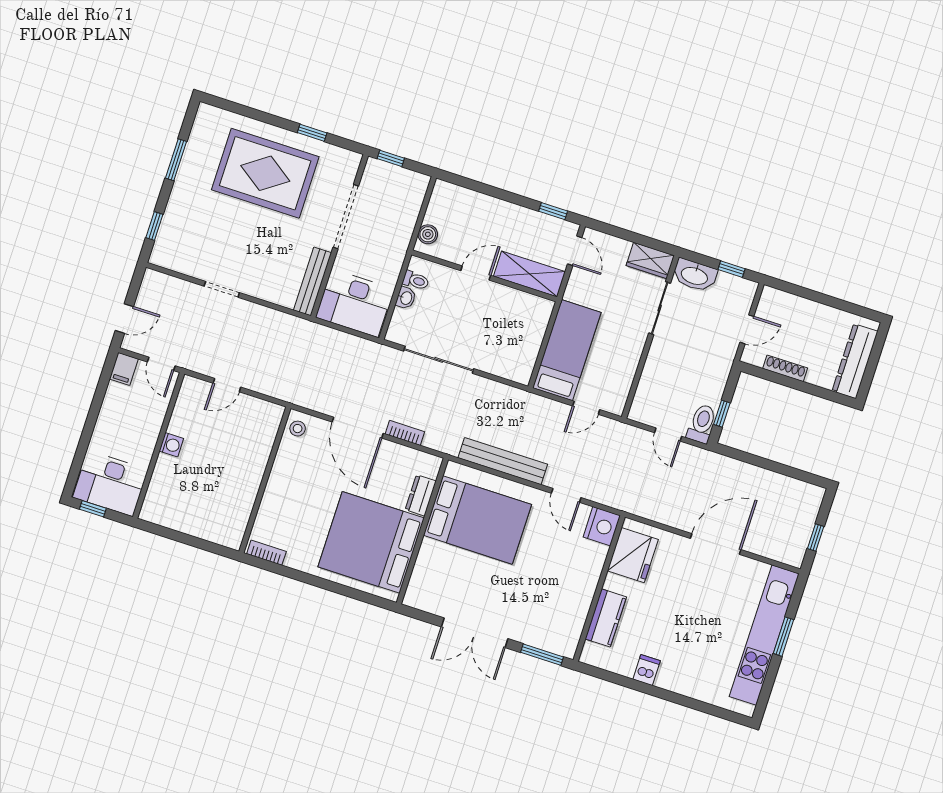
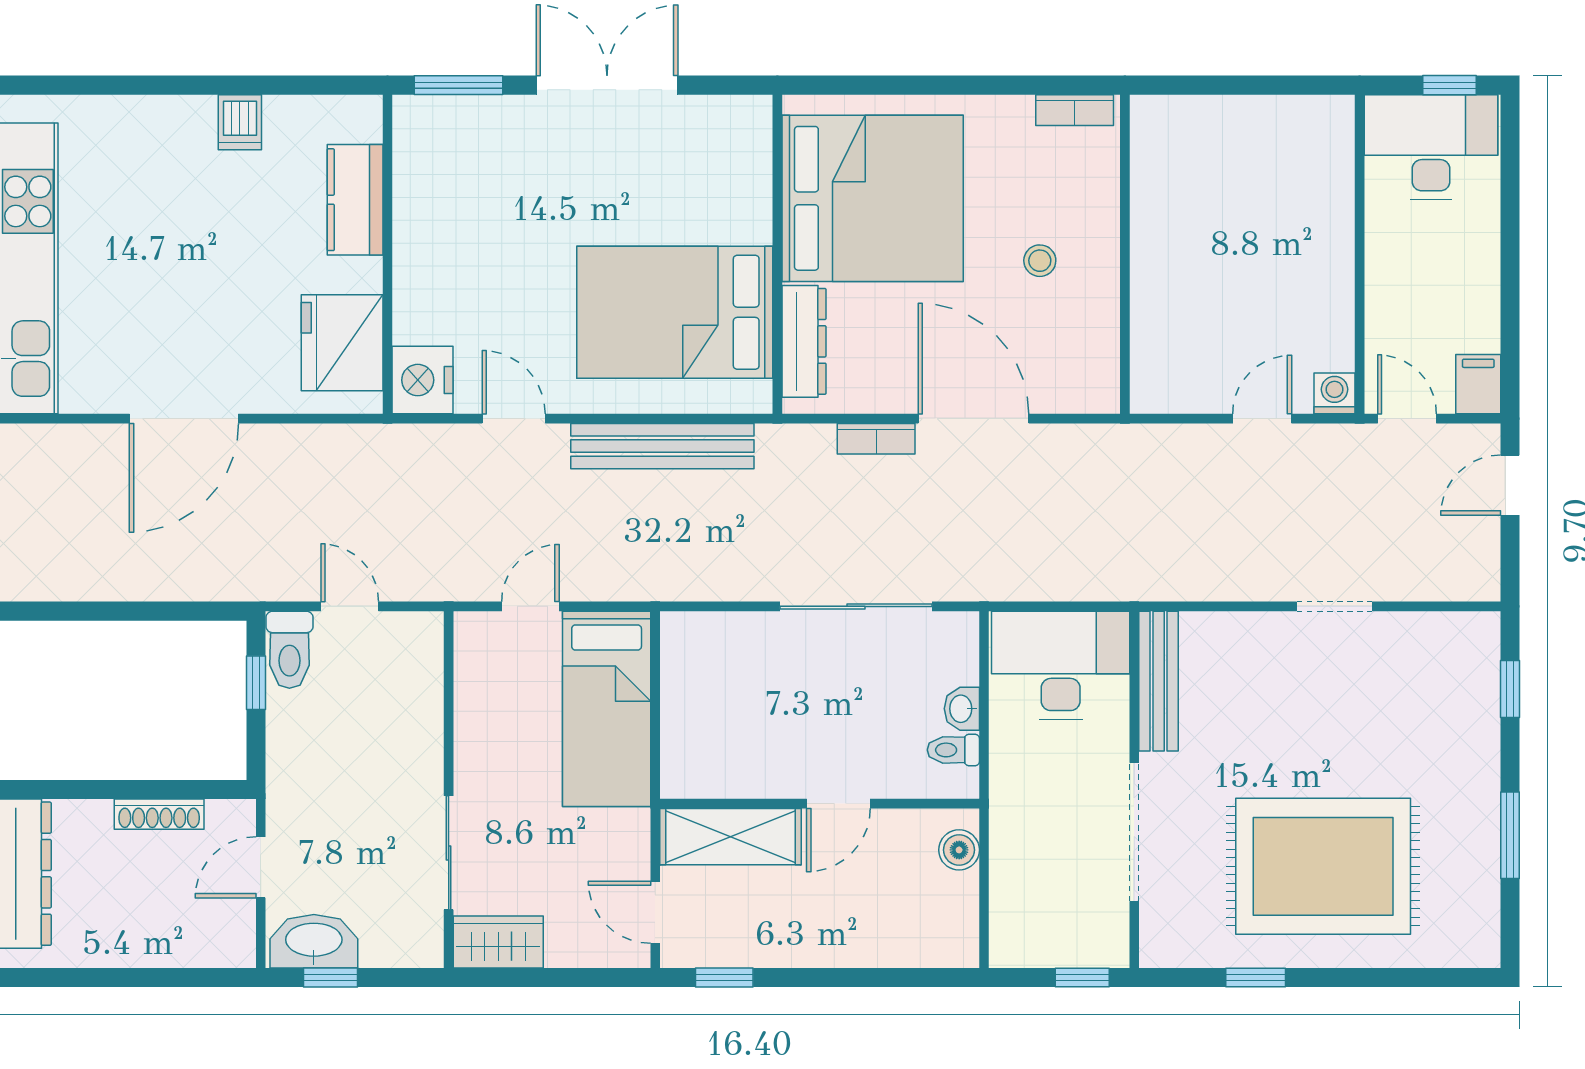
washbasin: (695, 275) -> (314, 941), moved
stool: (298, 429) -> (1040, 261), moved
washing machine: (171, 445) -> (1335, 393), moved, turned 90
dresser: (421, 495) -> (804, 341), width x1.44

